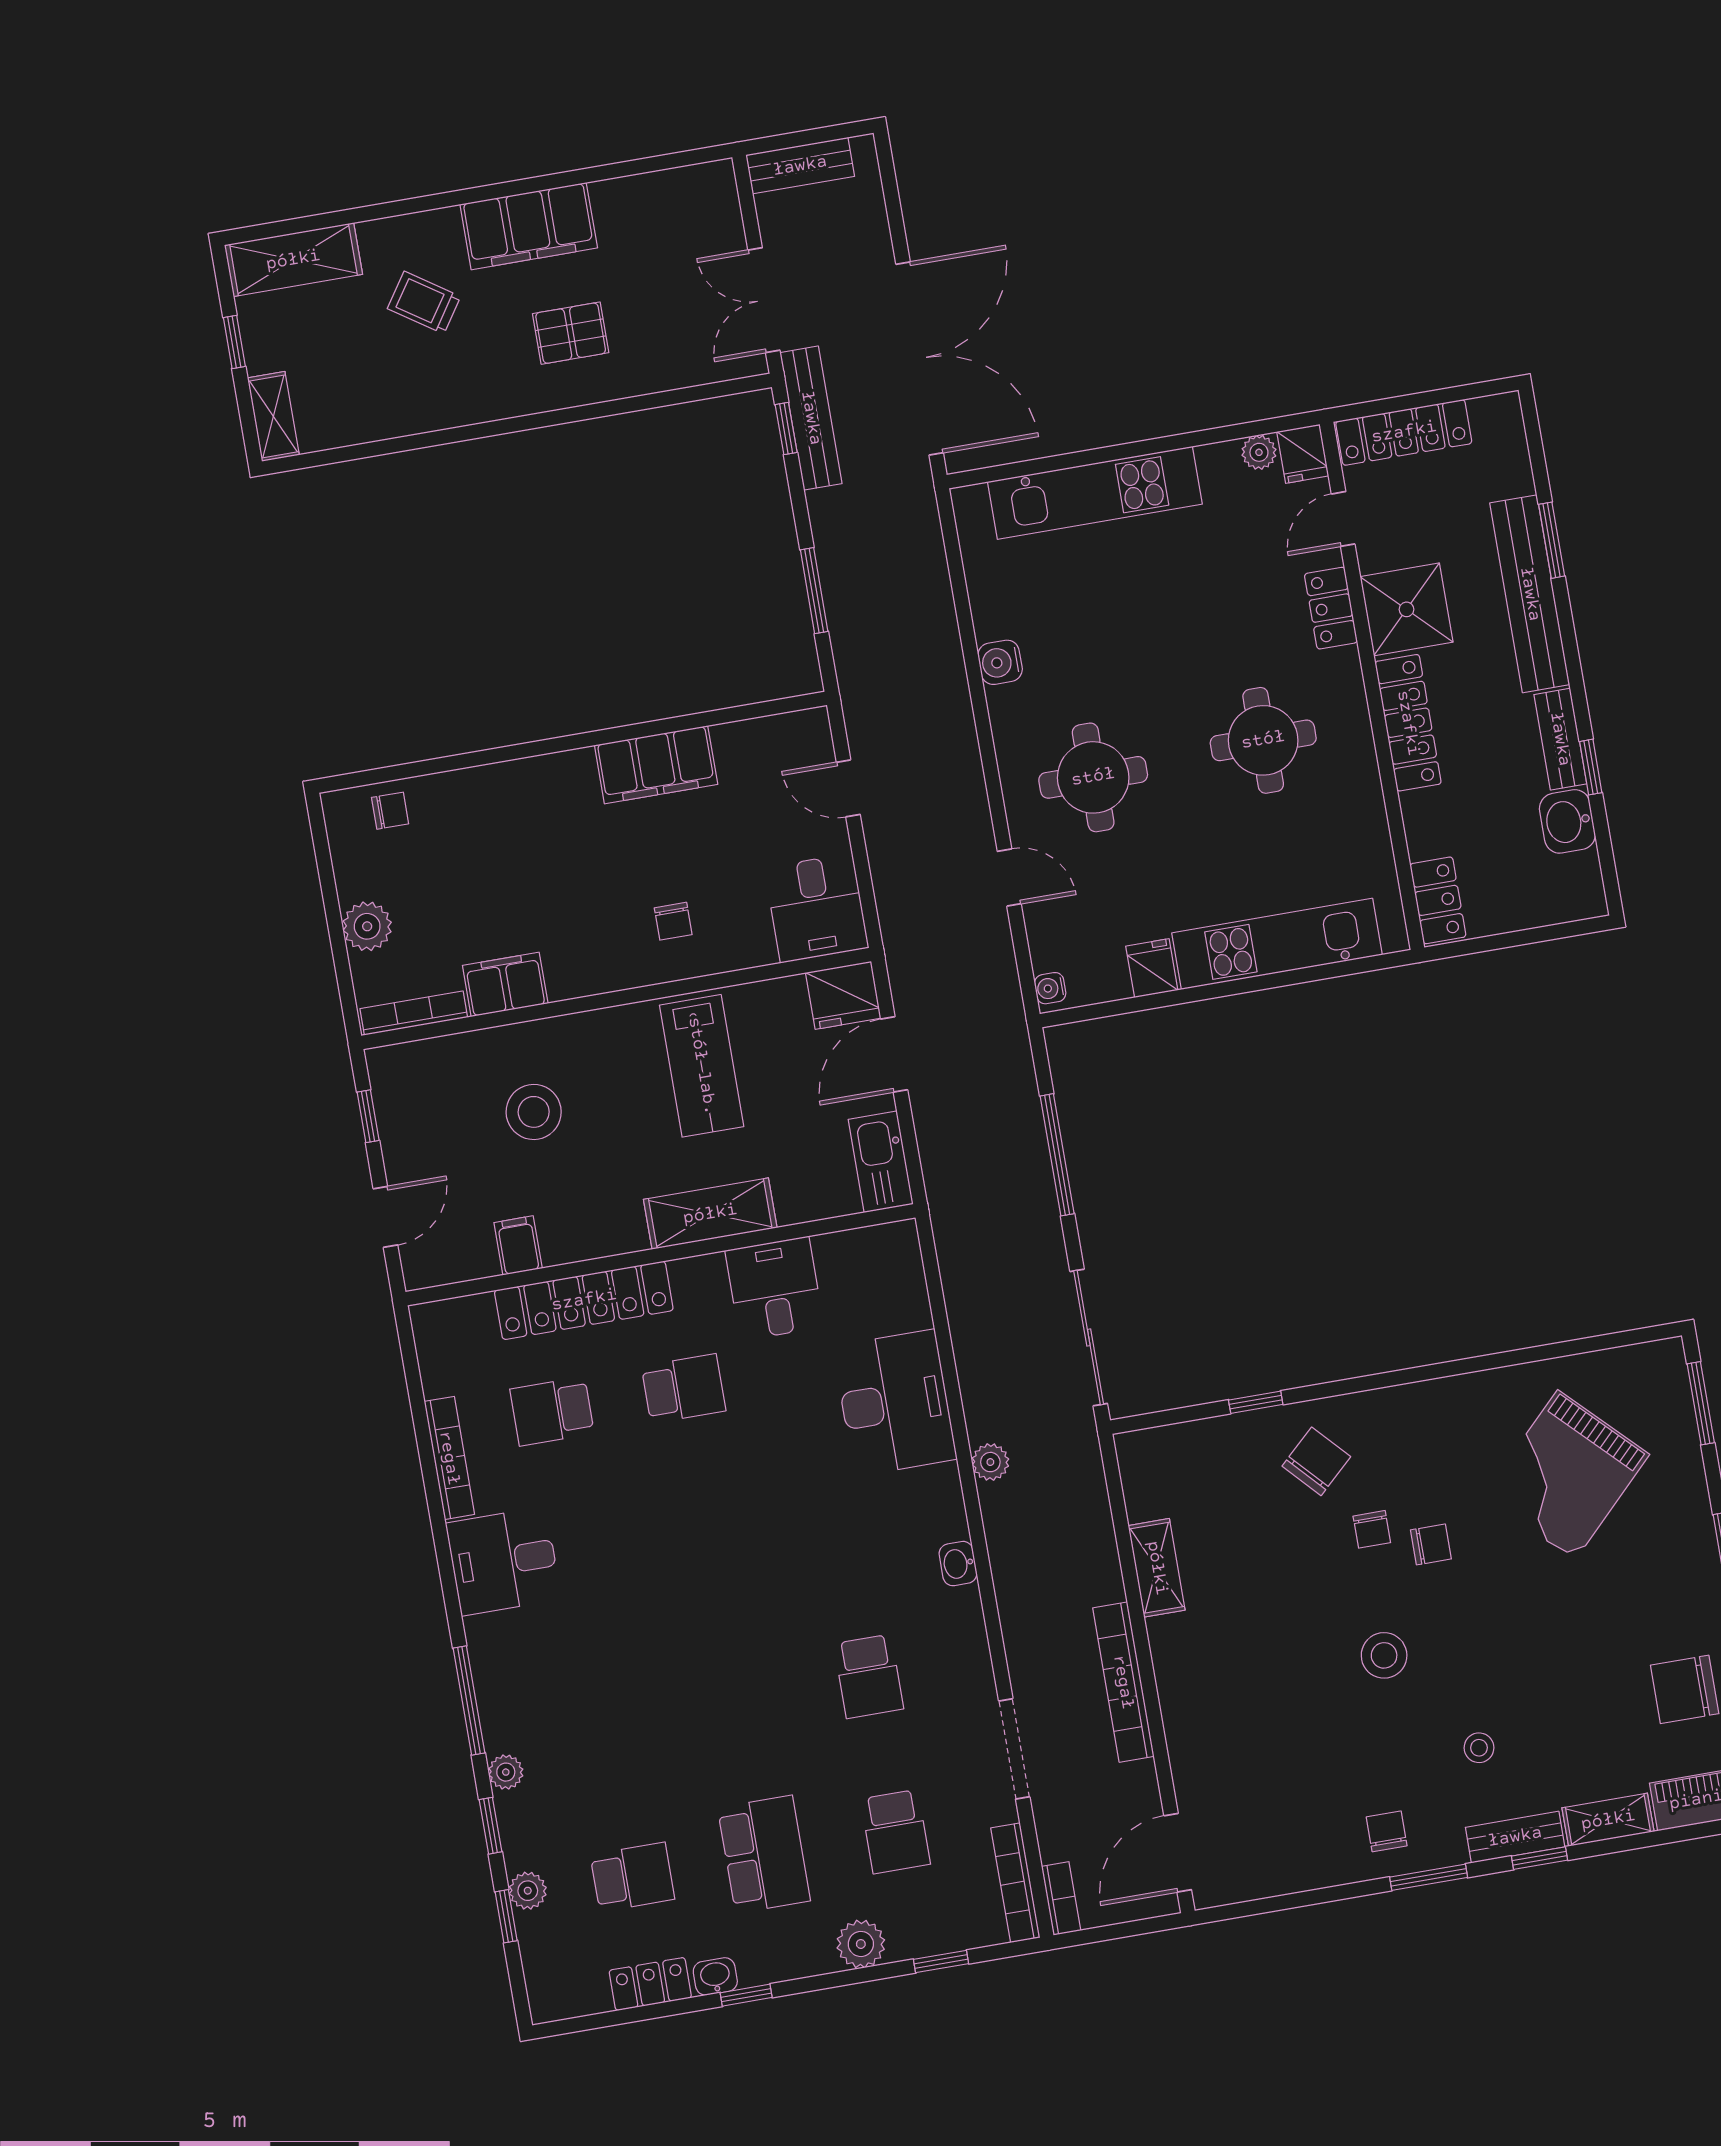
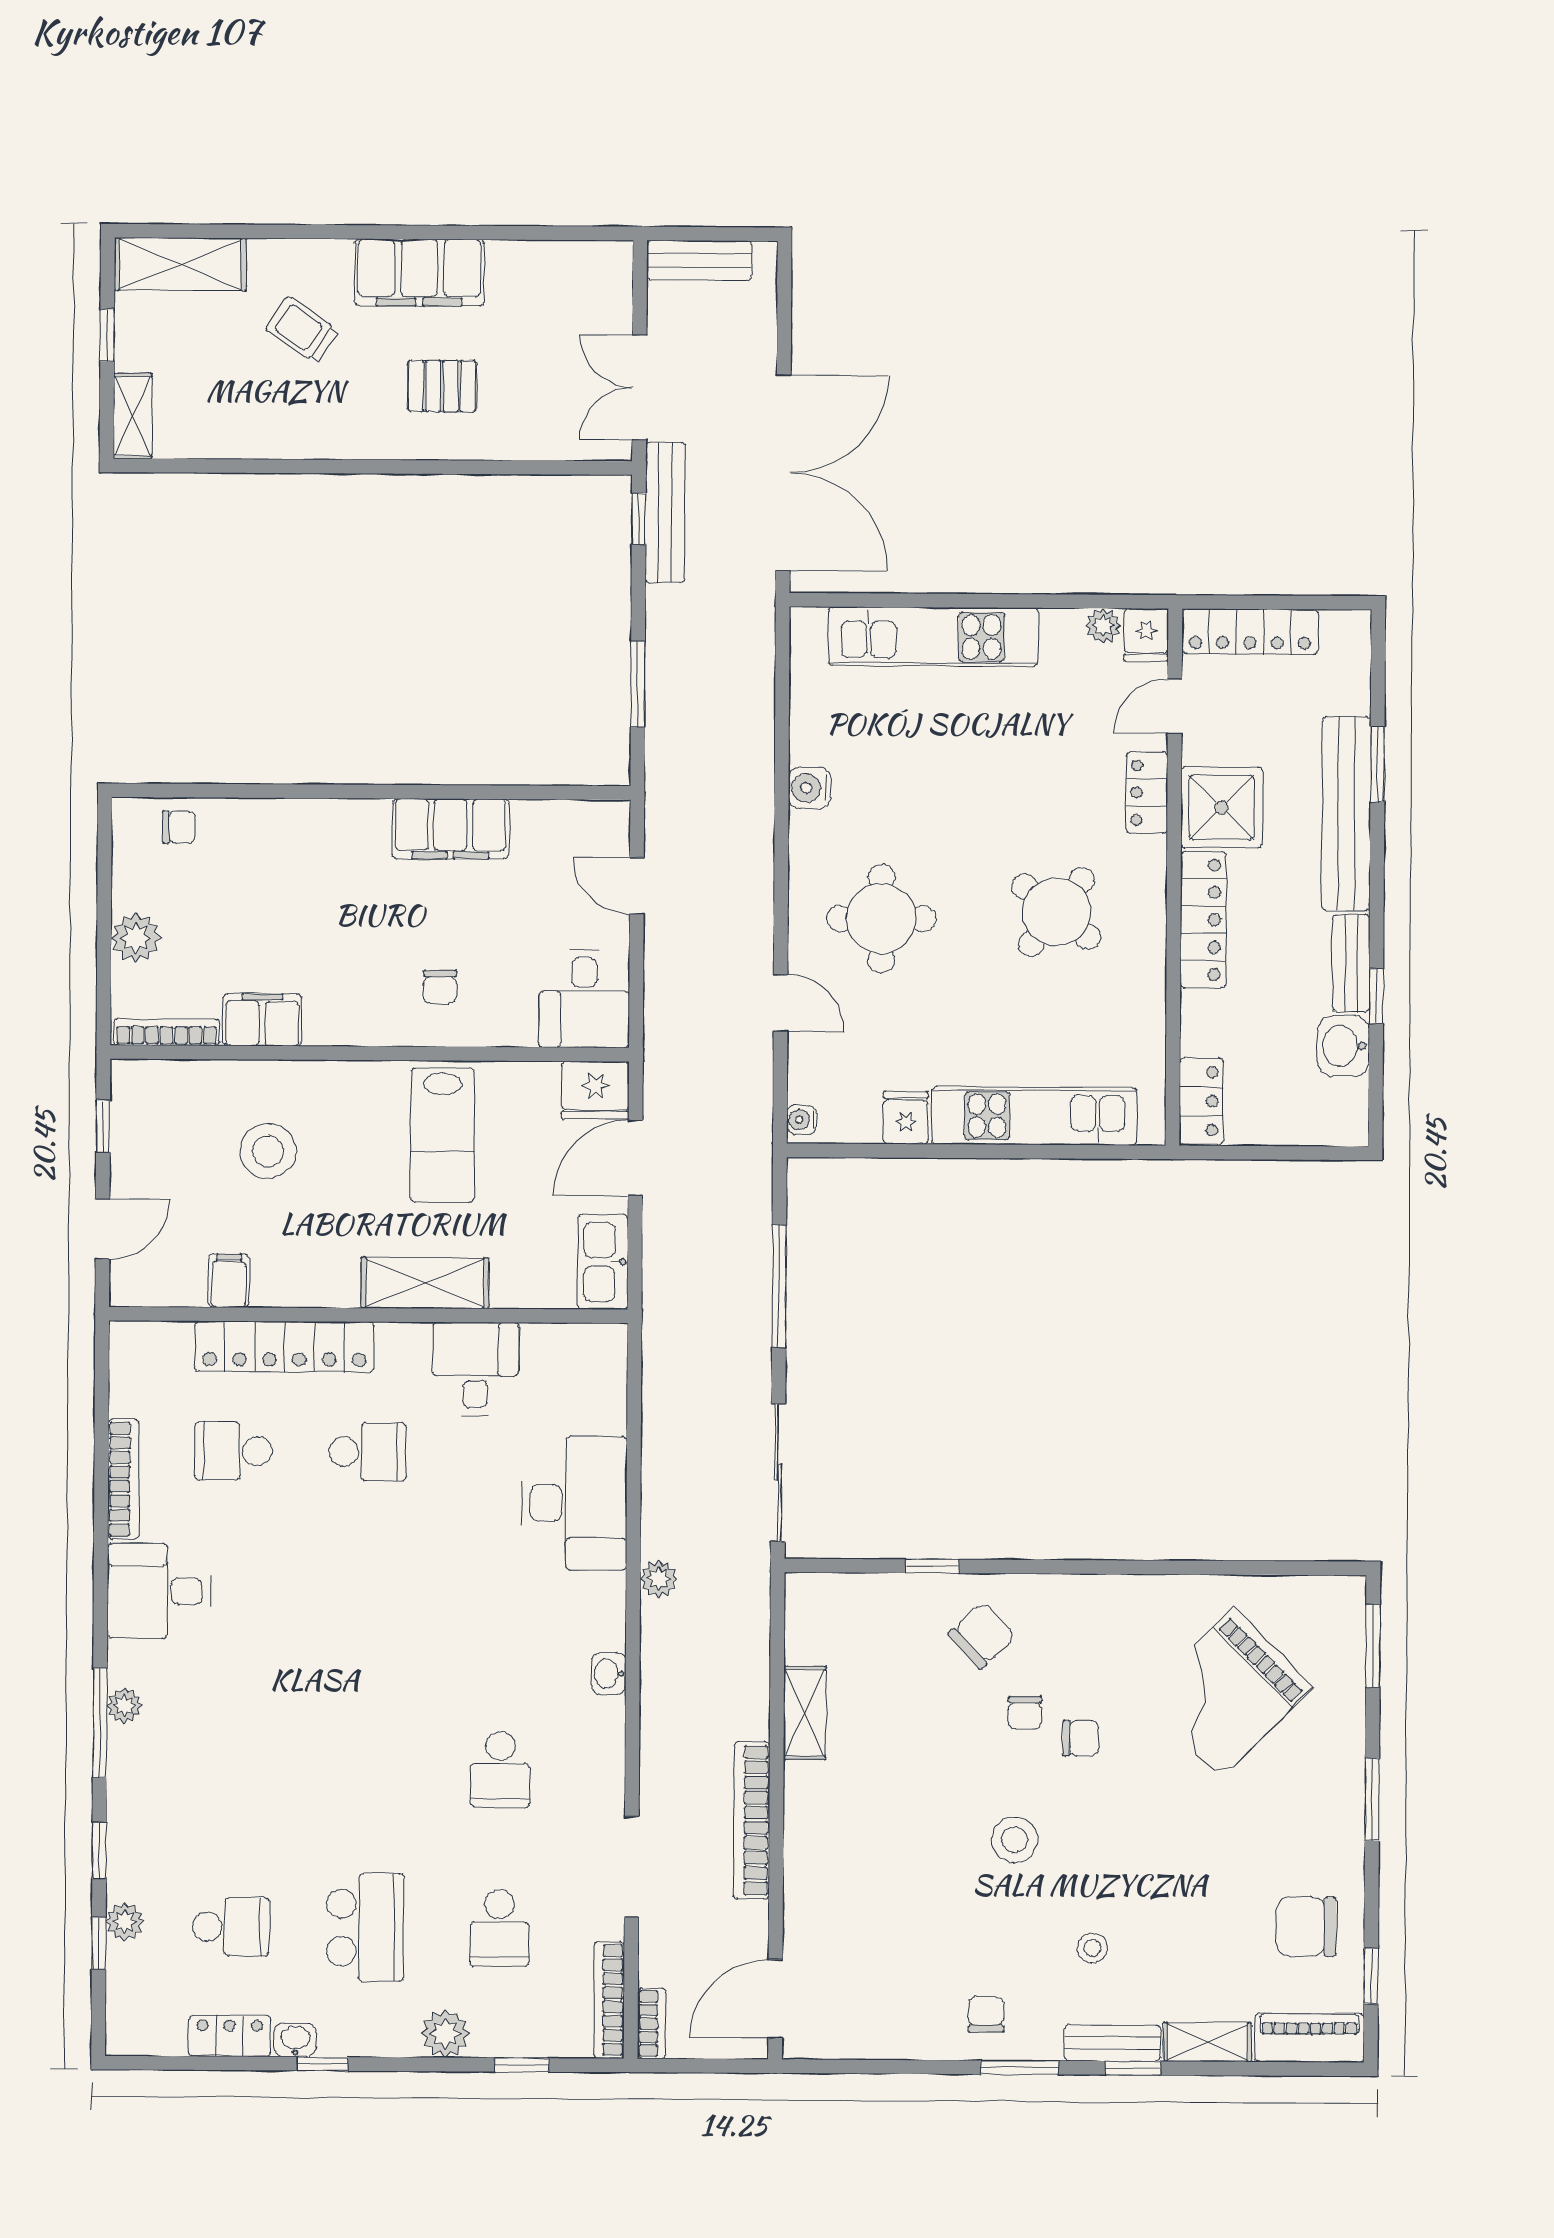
round table: (1263, 740) -> (1056, 912), turned 38
plant: (506, 1772) -> (124, 1706), moved

